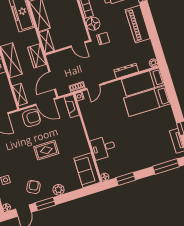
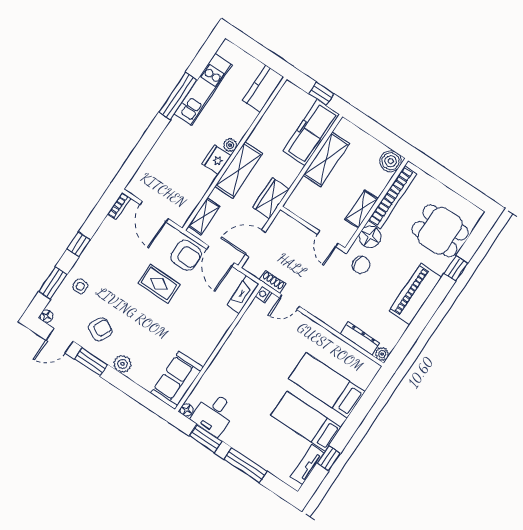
shelving: (47, 42) -> (362, 209), moved
dresser: (126, 71) -> (360, 338), moved
bed: (143, 82) -> (306, 421), moved
desk: (103, 148) -> (214, 414), moved, turned -90
rug: (46, 150) -> (159, 284), moved
window: (166, 166) -> (246, 465), moved

